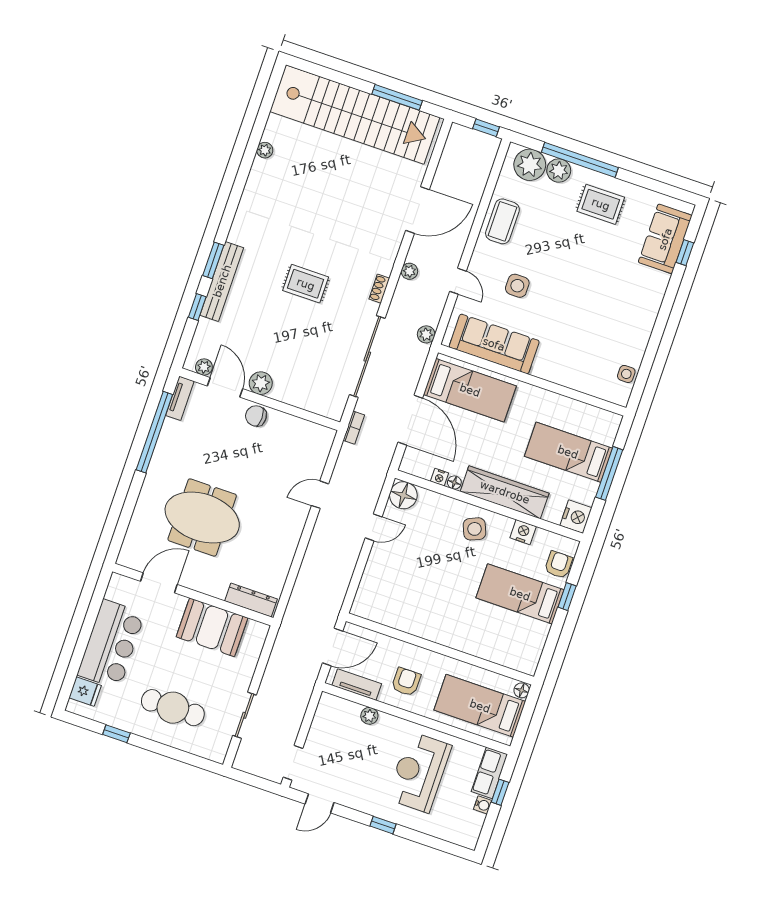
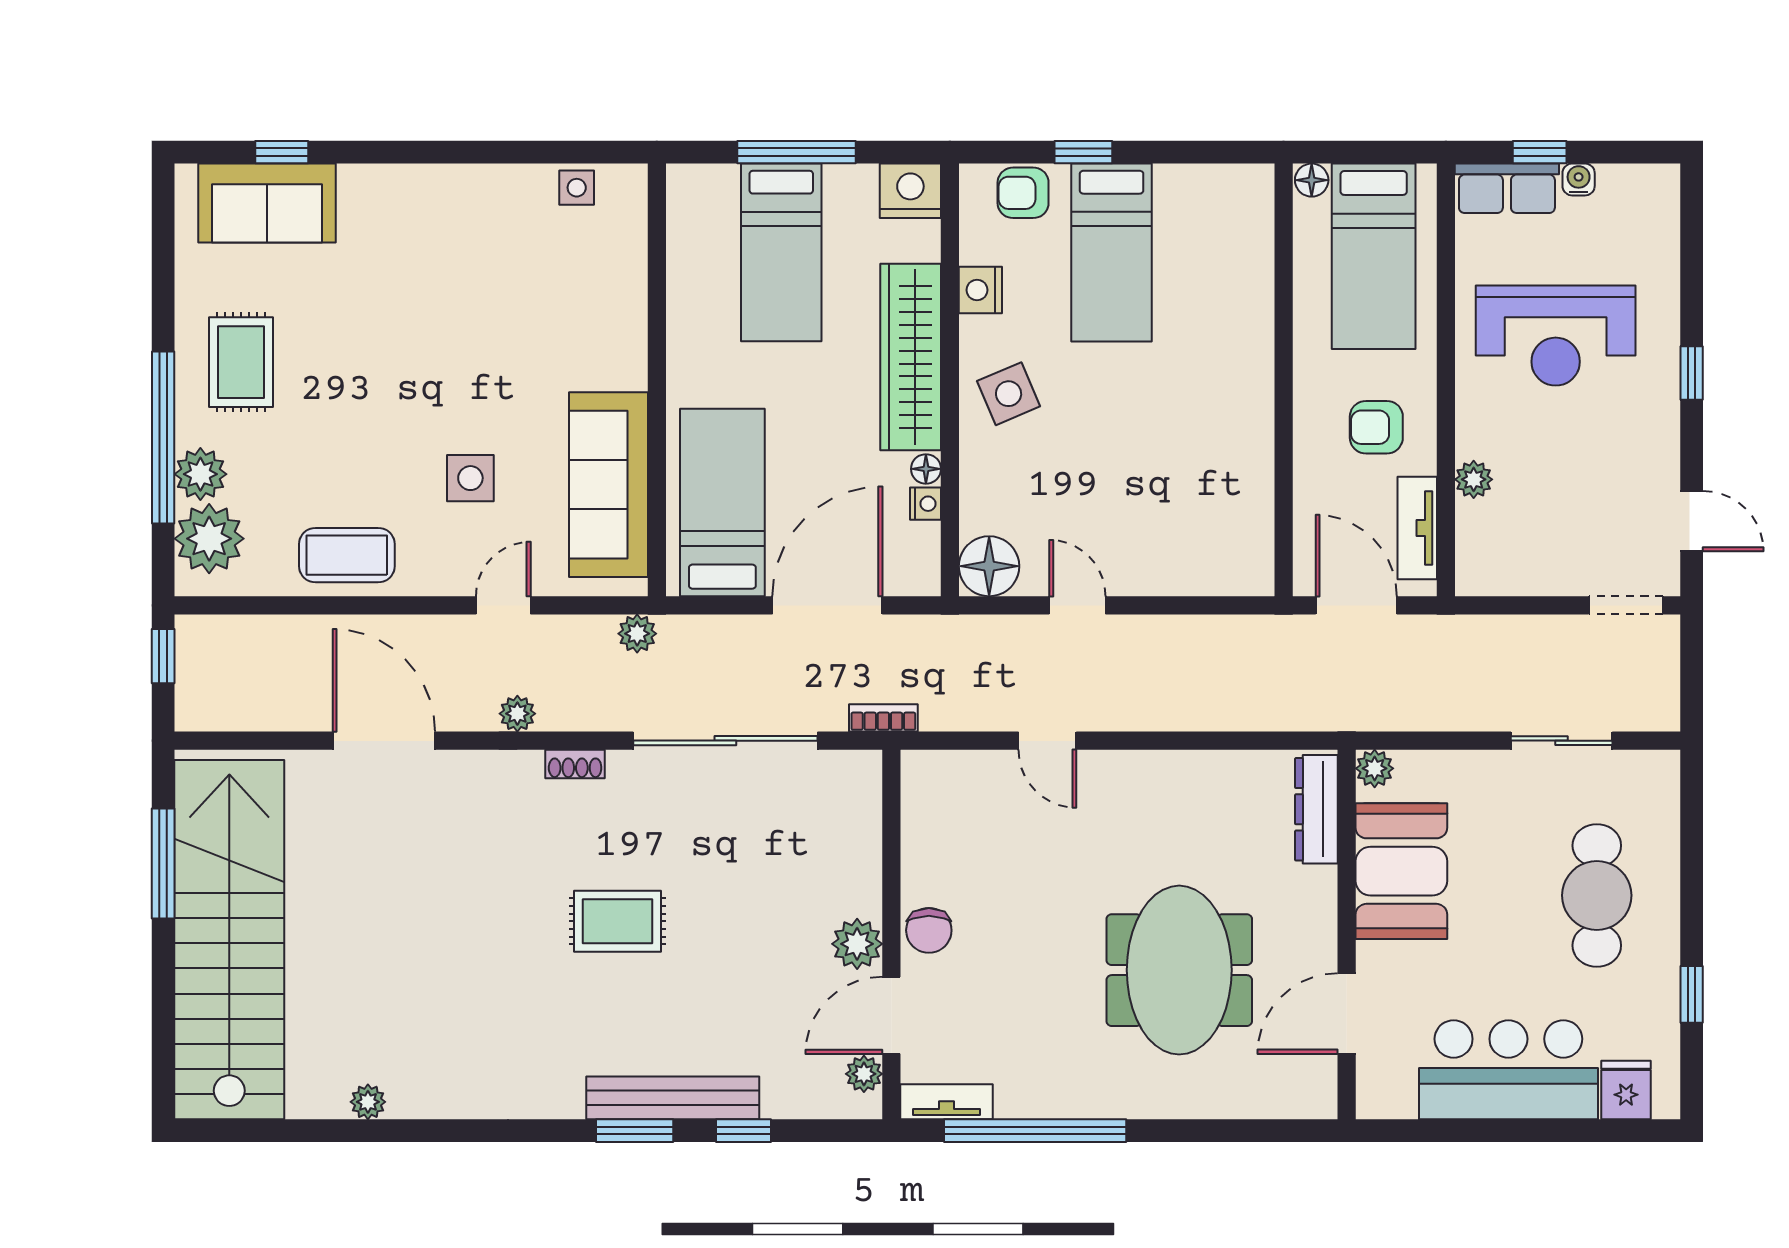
rug: (306, 284) -> (618, 921), turned 90
door: (159, 583) -> (1347, 1014), hinge flipped
plant: (260, 631) -> (1375, 768), added

